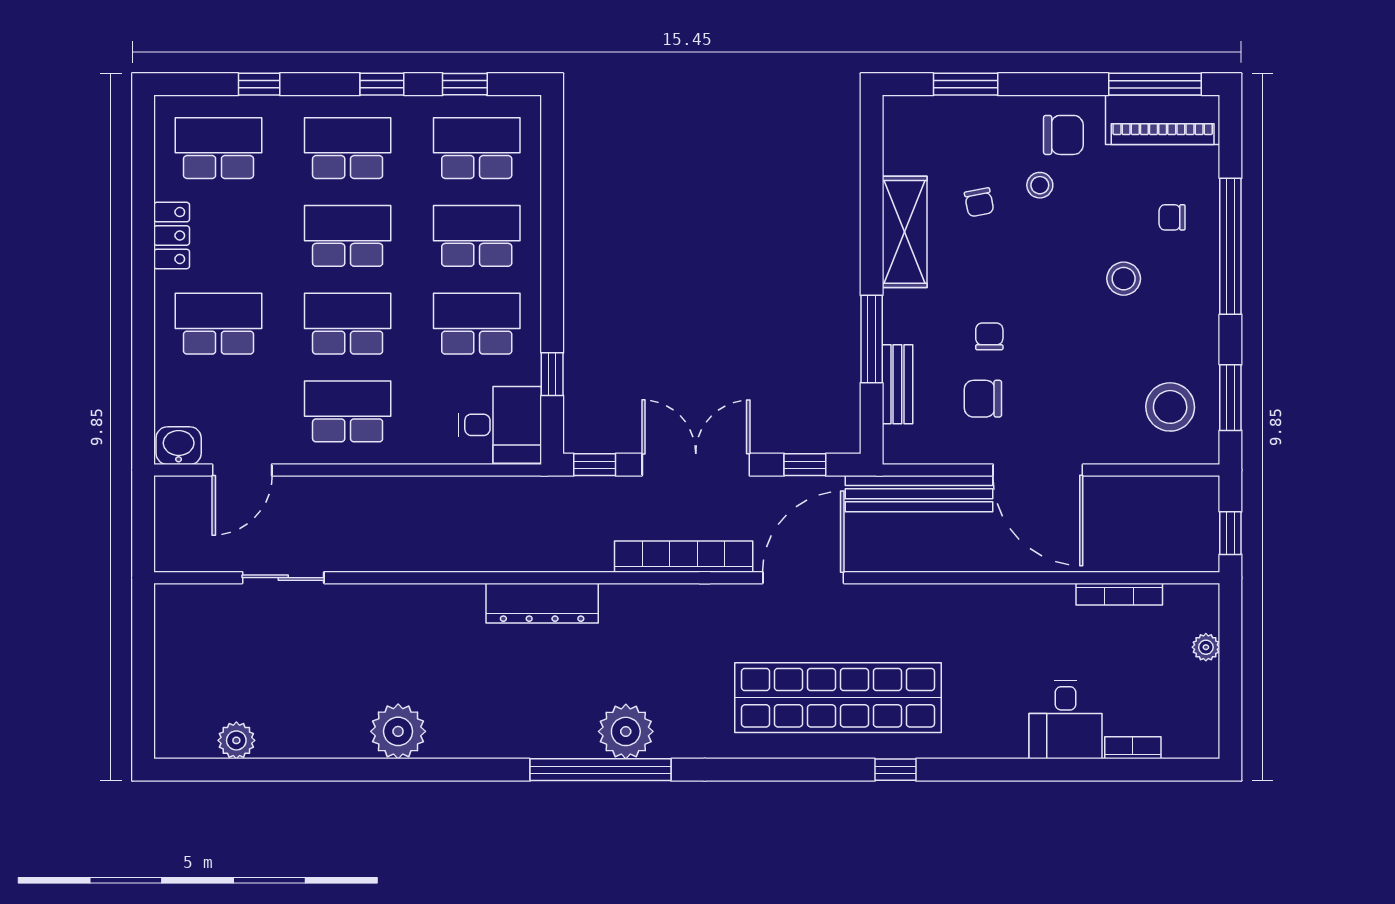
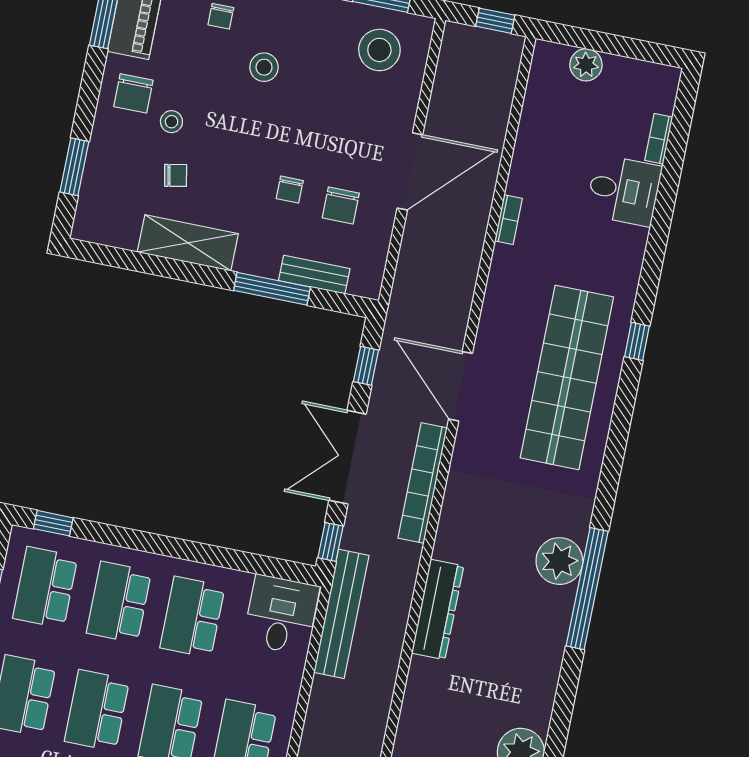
chair: (1063, 135) -> (133, 93), turned 180
chair: (989, 336) -> (290, 190), turned -90
window: (552, 374) -> (53, 523), moved
bench: (919, 494) -> (341, 614), moved
bookcase: (1119, 594) -> (508, 220), moved, width x0.64
plant: (1206, 647) -> (586, 65), width x1.38, depth x1.38

